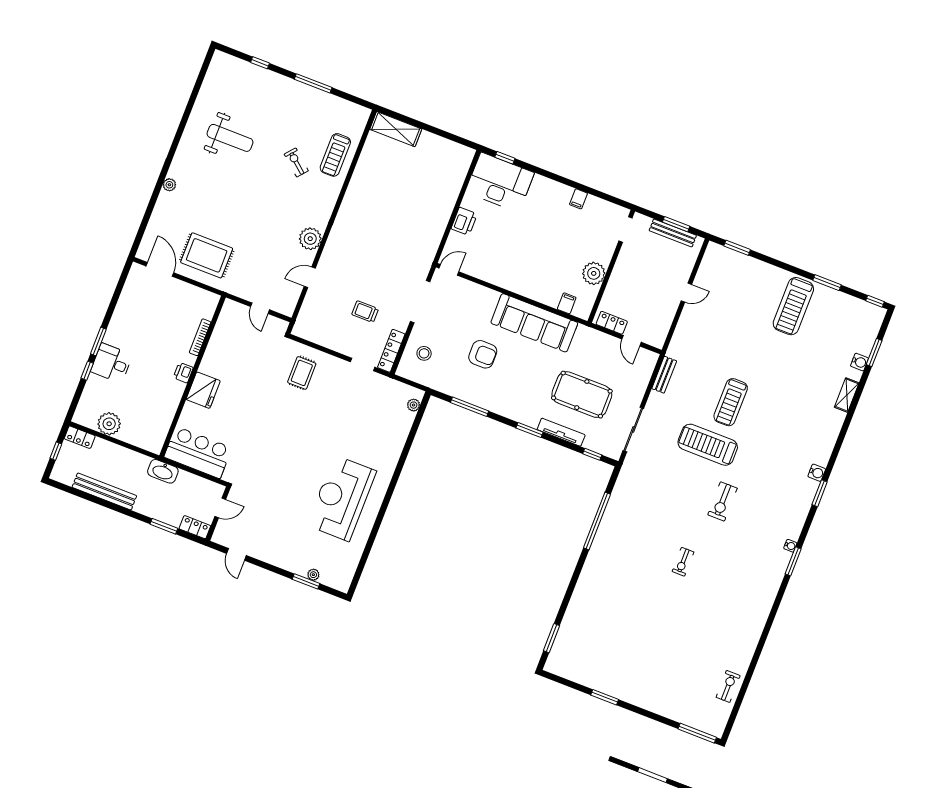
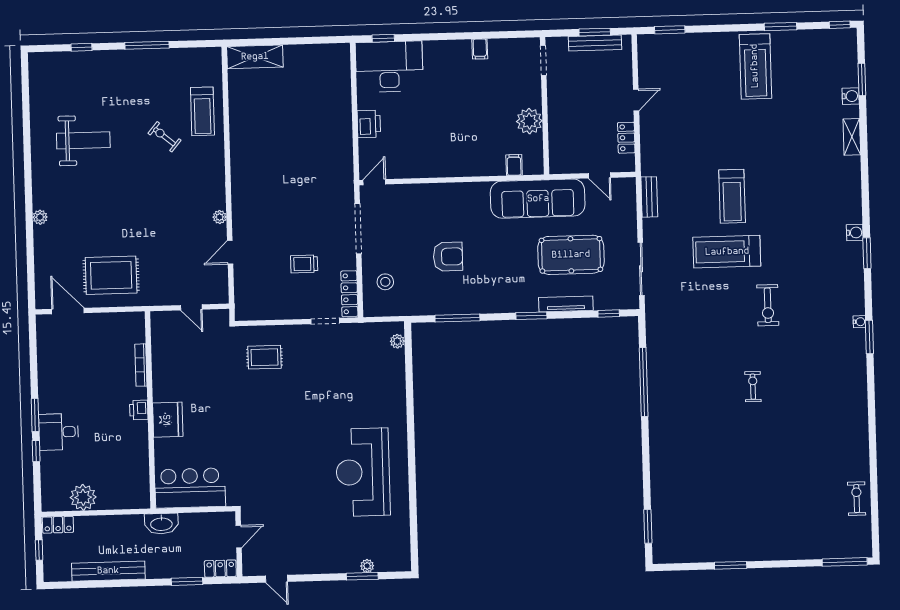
plant: (310, 239) -> (220, 217), width x0.53, depth x0.53
sofa: (534, 323) -> (538, 199), moved
locker: (612, 323) -> (626, 138), moved, turned -90
rug: (302, 373) -> (265, 357), turned 90
exercise bike: (683, 562) -> (753, 387), turned 180

